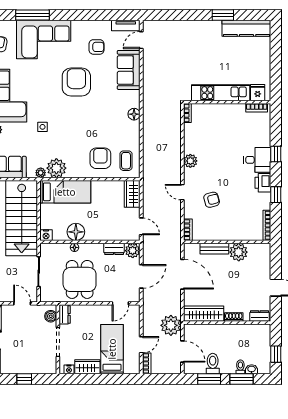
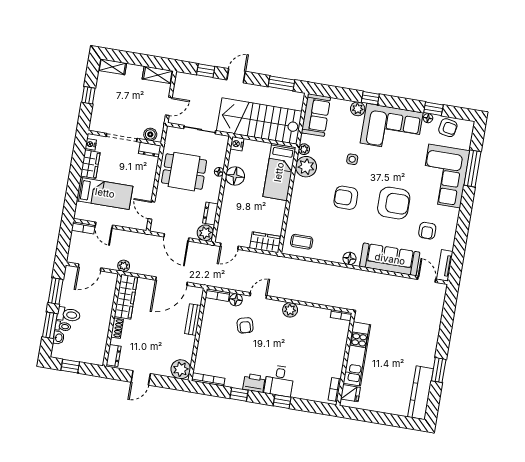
sofa: (129, 70) -> (390, 259), width x1.36
armchair: (100, 158) -> (346, 198), moved, turned 180
floor lamp: (189, 212) -> (236, 300), added
plant: (239, 252) -> (181, 369), moved
plant: (171, 325) -> (124, 266), width x0.53, depth x0.53
toilet: (213, 364) -> (69, 315), moved

